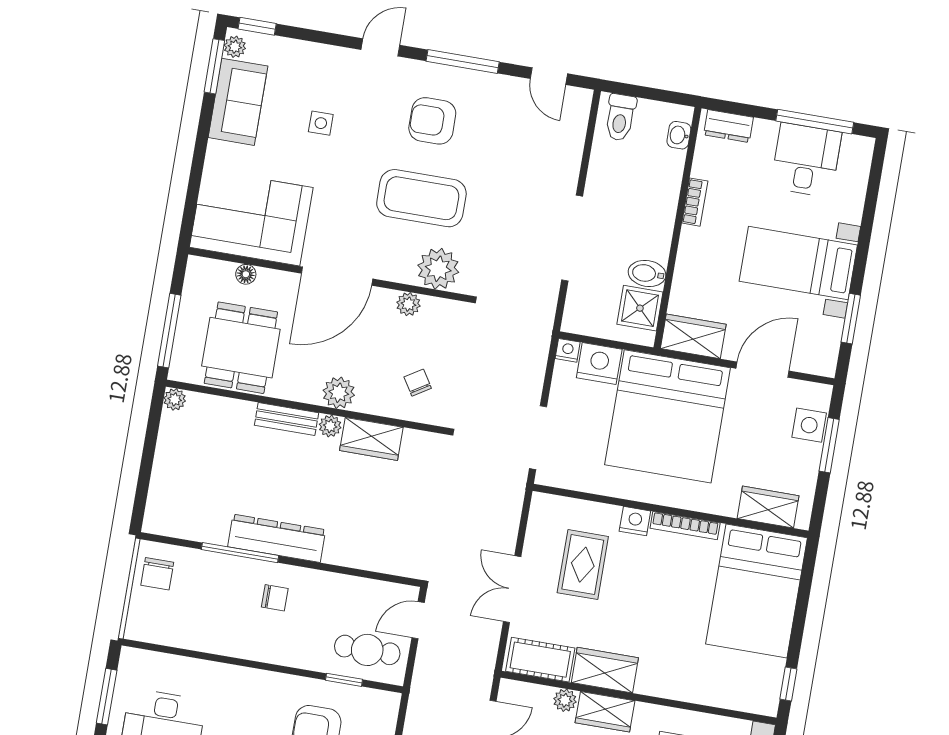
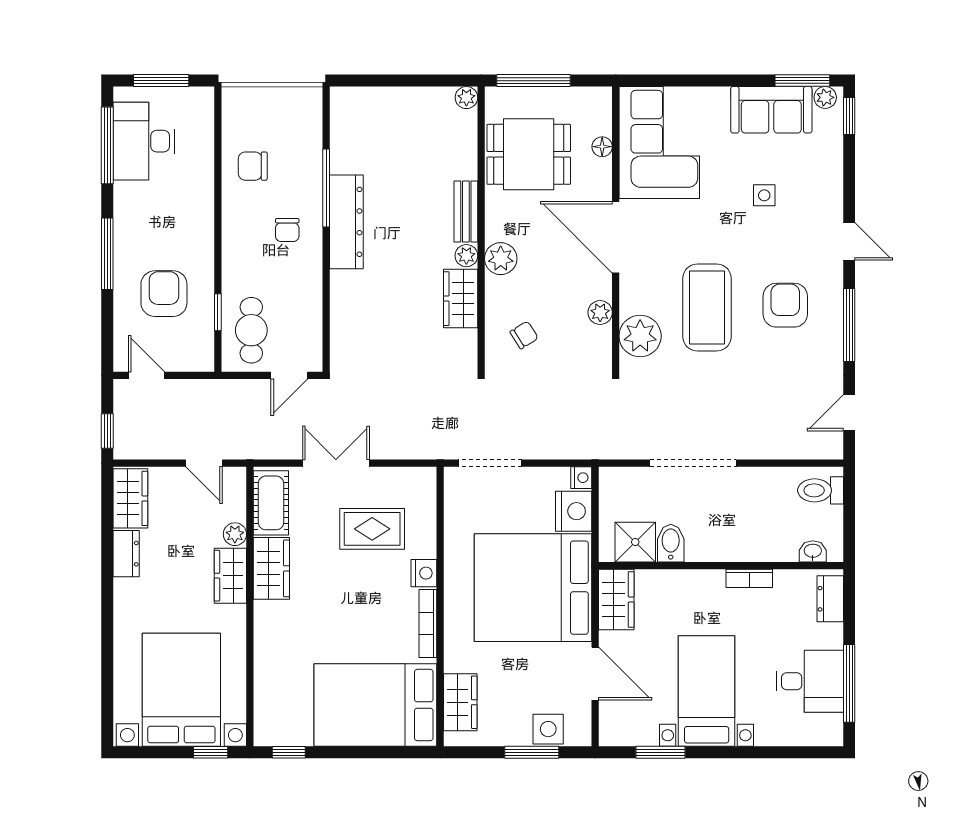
chair: (157, 574) -> (253, 166), moved
door: (418, 620) -> (289, 375), swing flipped

